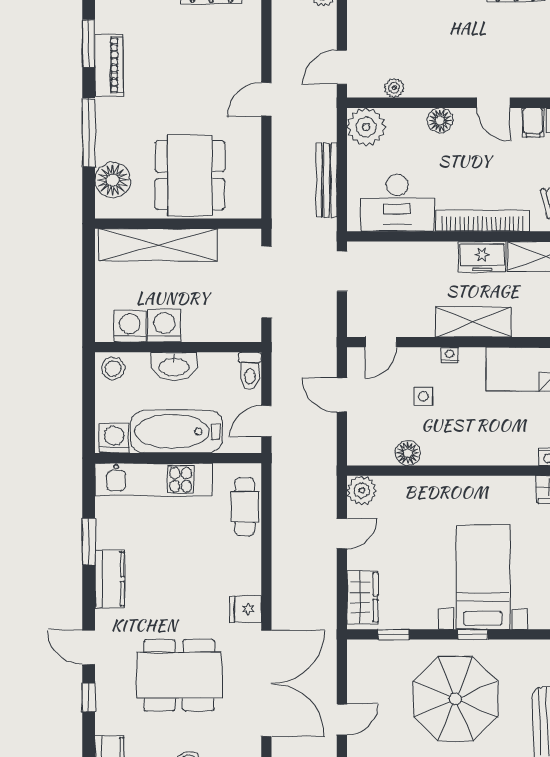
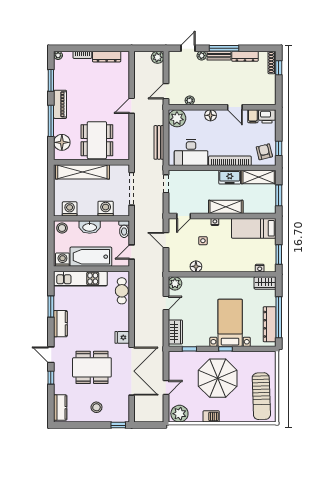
piano: (109, 65) -> (60, 104), moved
washing machine: (164, 326) -> (106, 209), moved

